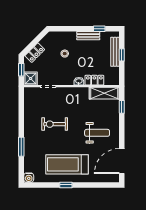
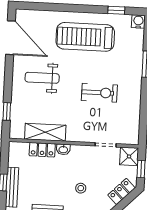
shelving: (104, 93) -> (45, 132), moved
door: (122, 161) -> (10, 38), hinge flipped
treadmill: (67, 164) -> (85, 37), turned 180
window: (66, 185) -> (116, 10), moved

